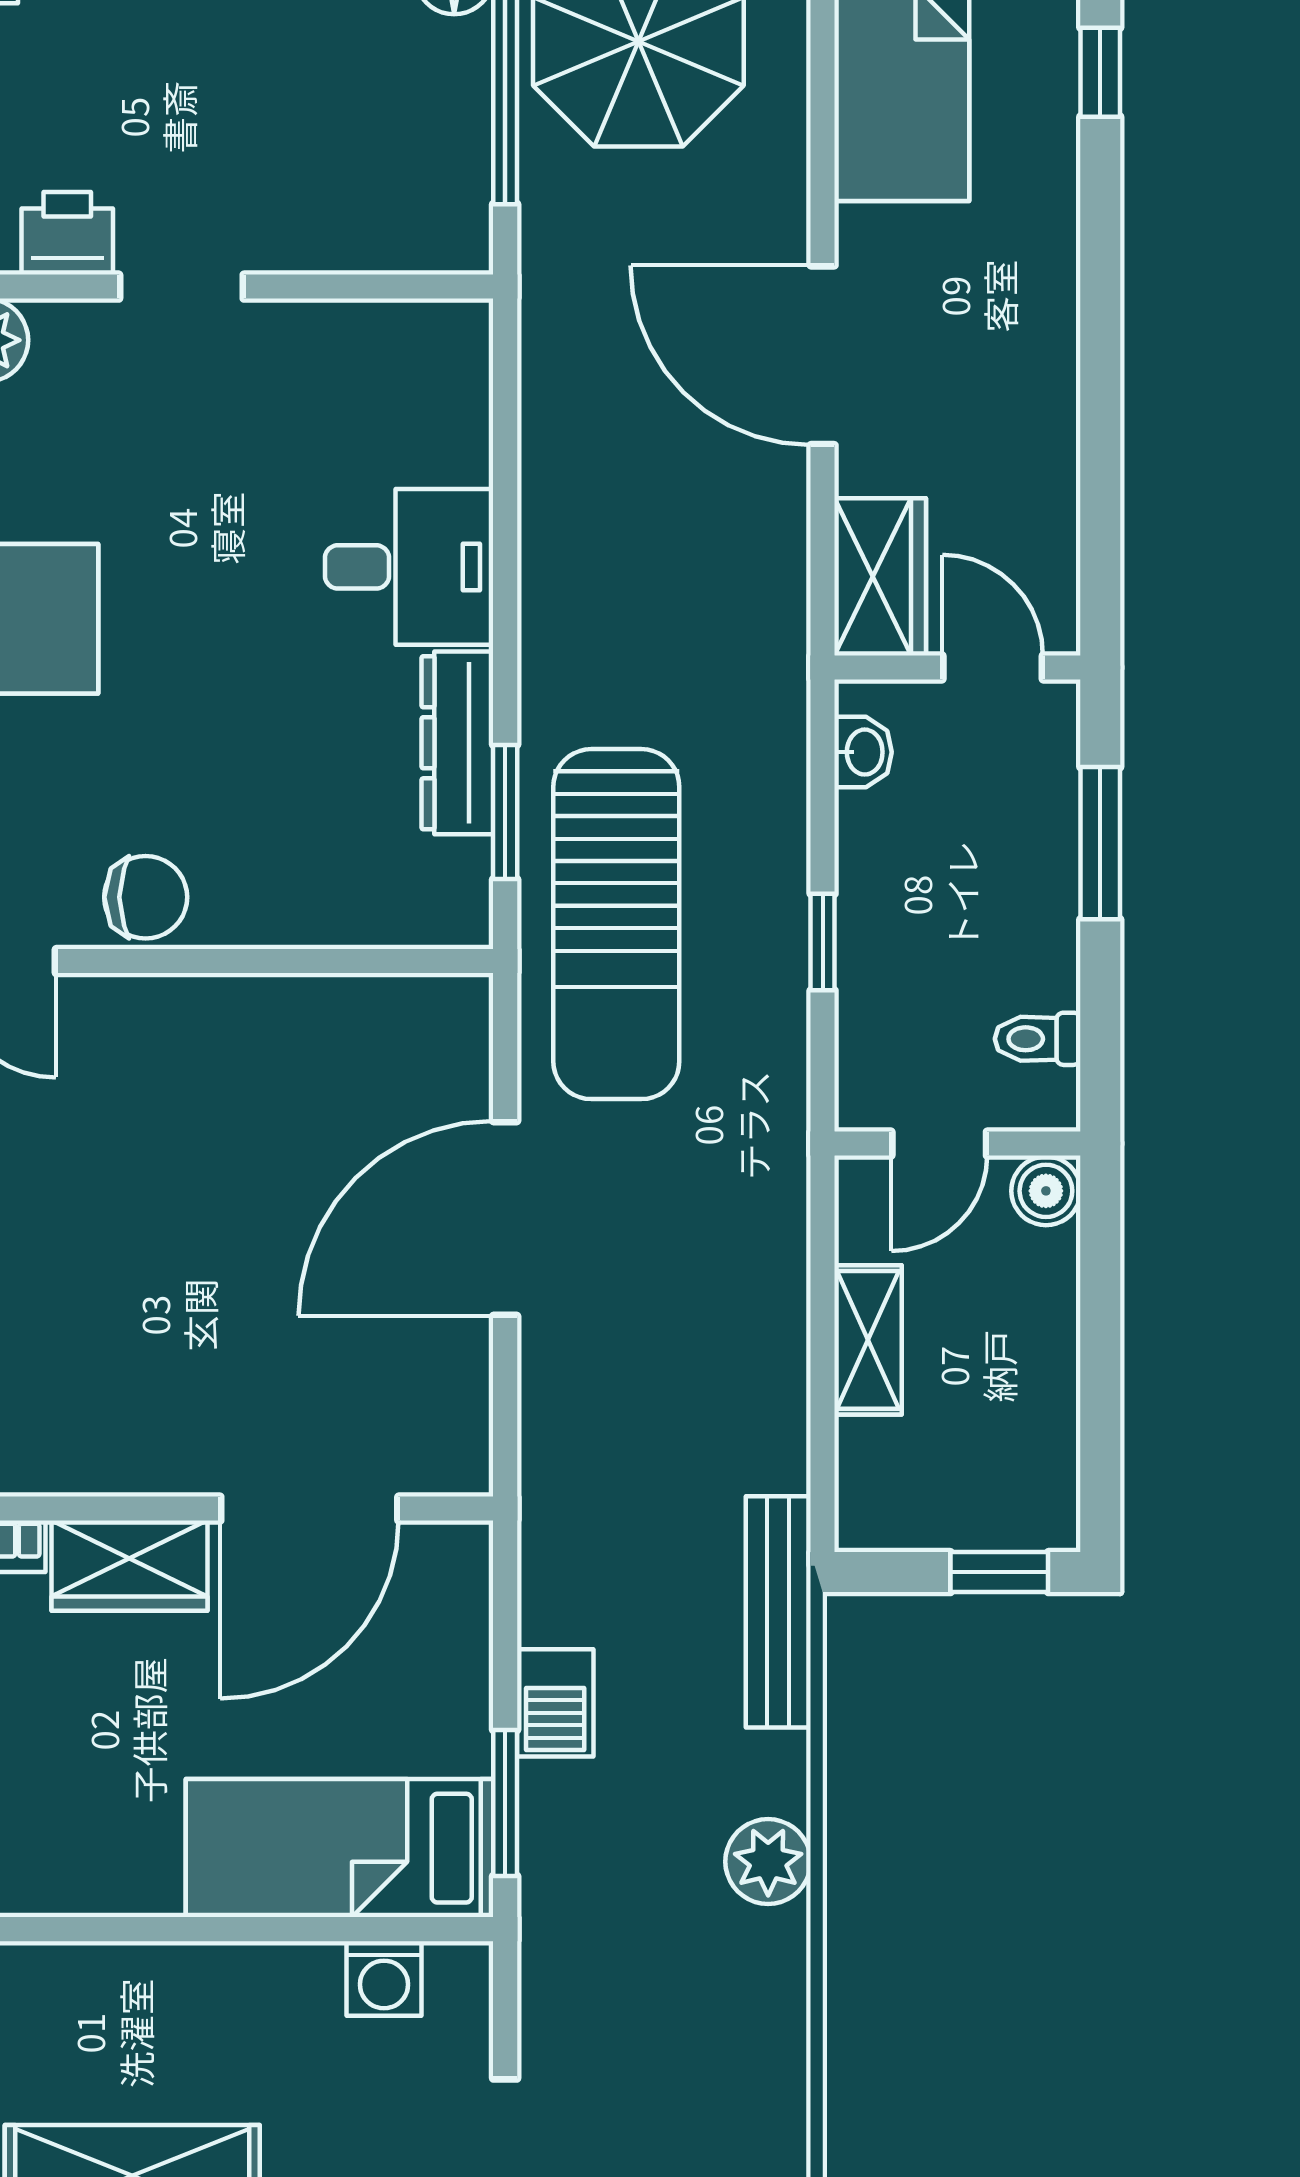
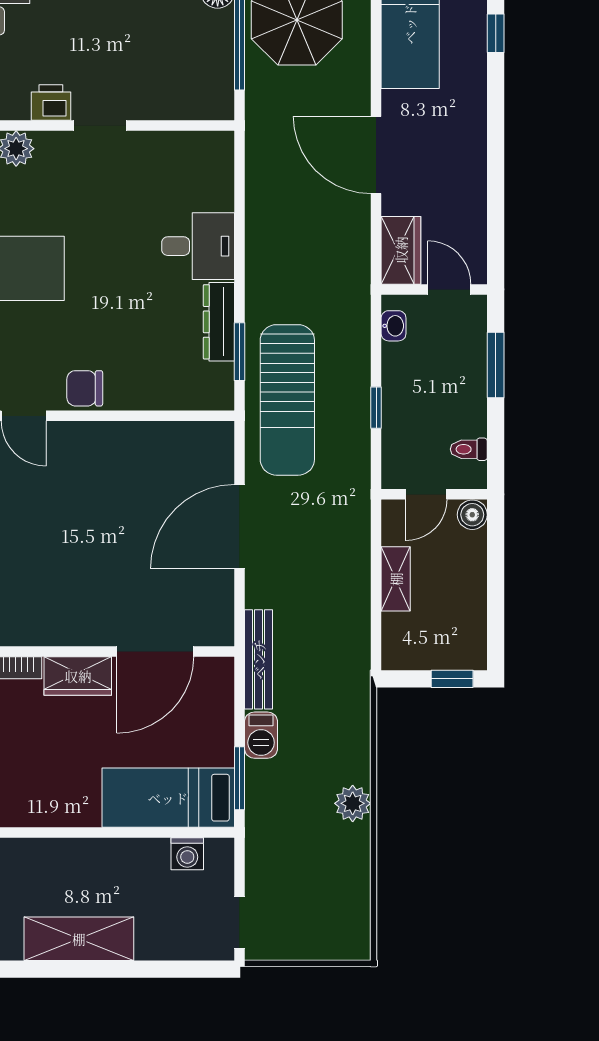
chair: (146, 897) -> (85, 388), turned 180
bench: (778, 1612) -> (259, 659), moved

